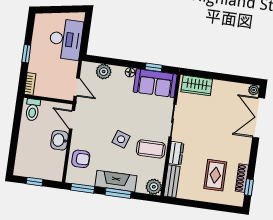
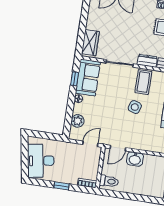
desk: (66, 39) -> (41, 161), moved, turned -99
armchair: (81, 159) -> (151, 141), removed

